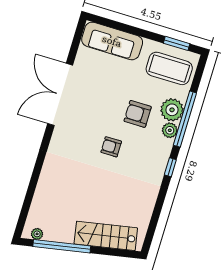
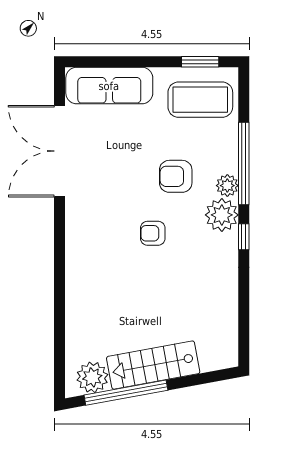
double door: (60, 94) -> (60, 151), moved
plant: (172, 110) -> (222, 215), moved
plant: (37, 234) -> (92, 377), width x1.88, depth x1.88
stairs: (106, 236) -> (153, 365), moved

